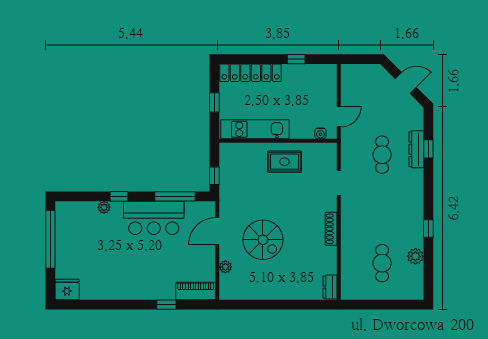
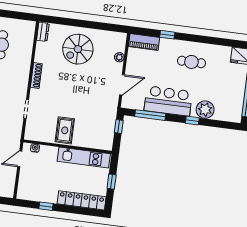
rug: (285, 162) -> (65, 130), turned 90
plant: (104, 207) -> (205, 110), width x1.88, depth x1.88
spiral stairs: (263, 240) -> (78, 49), moved, turned -90
cafe table: (130, 273) -> (191, 62), added

